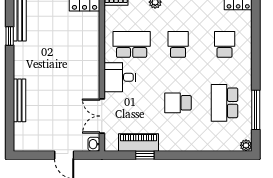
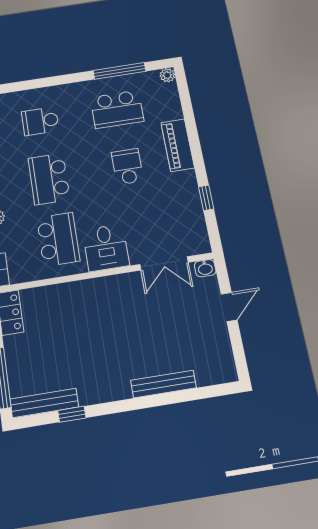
school desk: (132, 44) -> (58, 239), turned 180
school desk: (178, 44) -> (49, 179), width x1.85
school desk: (178, 103) -> (127, 167), turned 180
piano: (139, 142) -> (178, 145), moved

